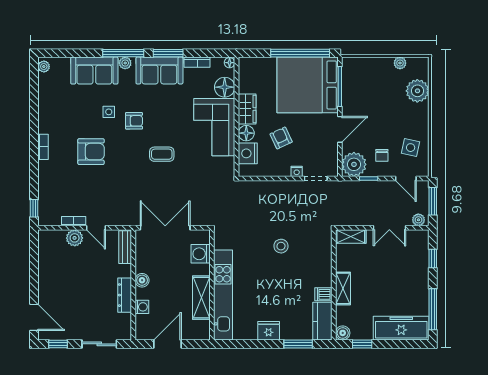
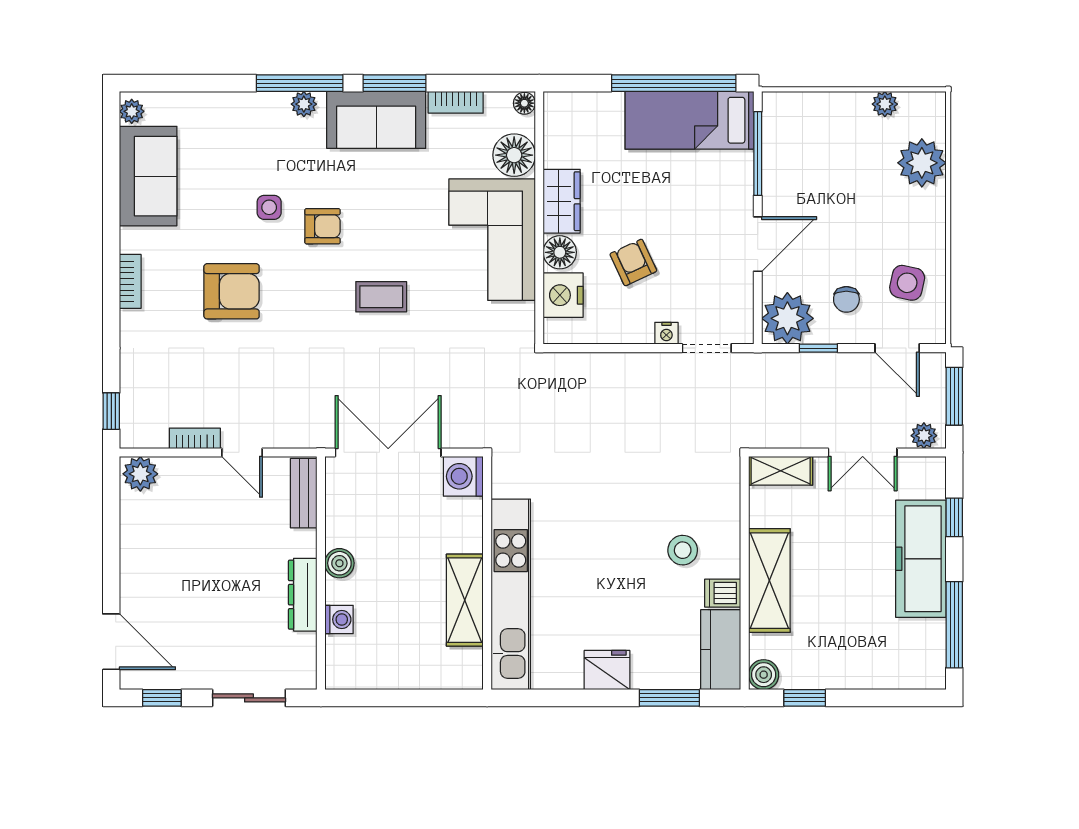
sofa: (94, 71) -> (148, 176), moved, turned -90
bed: (308, 85) -> (689, 120), width x0.49
plant: (75, 238) -> (140, 474), moved
stool: (281, 246) -> (683, 550), moved
washing machine: (201, 254) -> (463, 476), moved
shelving: (343, 288) -> (769, 581), width x1.50, depth x1.33
freezer: (401, 328) -> (921, 559), moved, turned -90
door: (168, 344) -> (393, 698), removed

